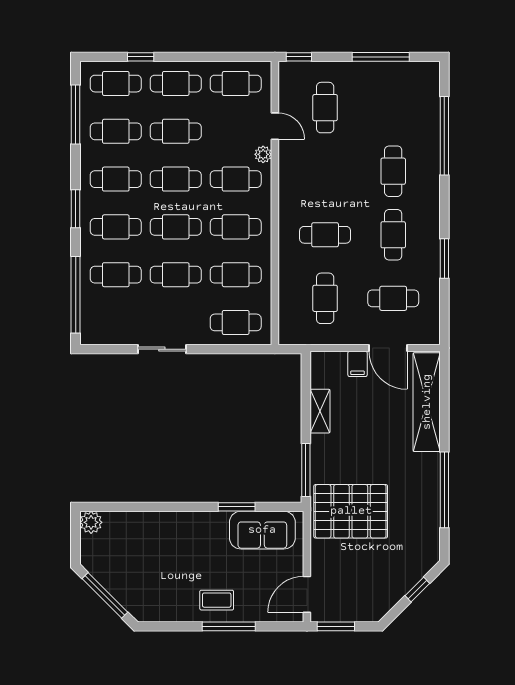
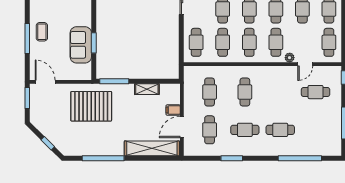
cafe table: (325, 298) -> (210, 92), turned 90
pallet: (351, 511) -> (91, 106), turned 90
sofa: (262, 530) -> (81, 45), moved

